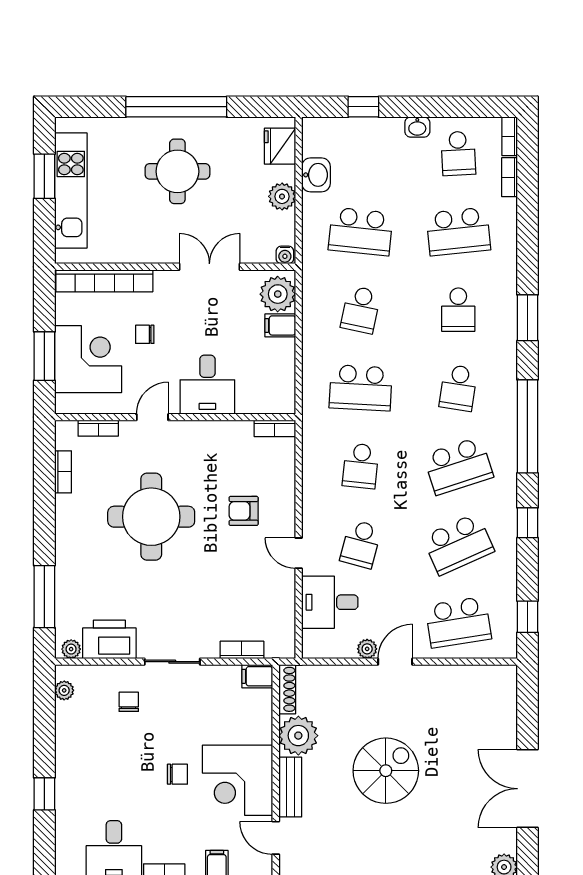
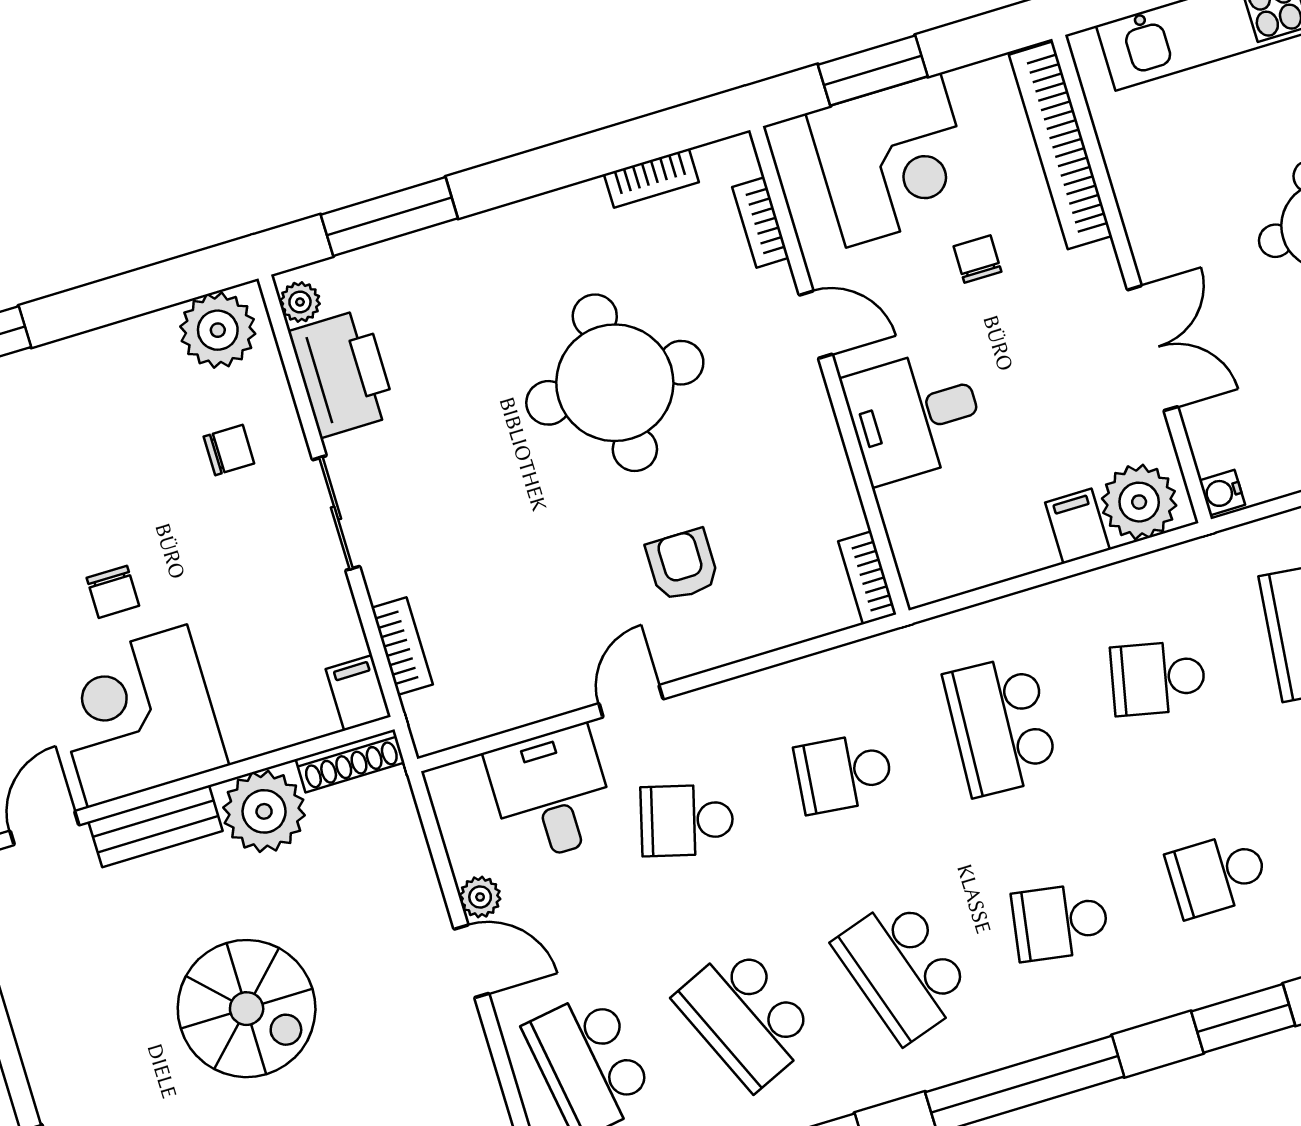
plant: (64, 690) -> (218, 330), width x1.88, depth x1.88

